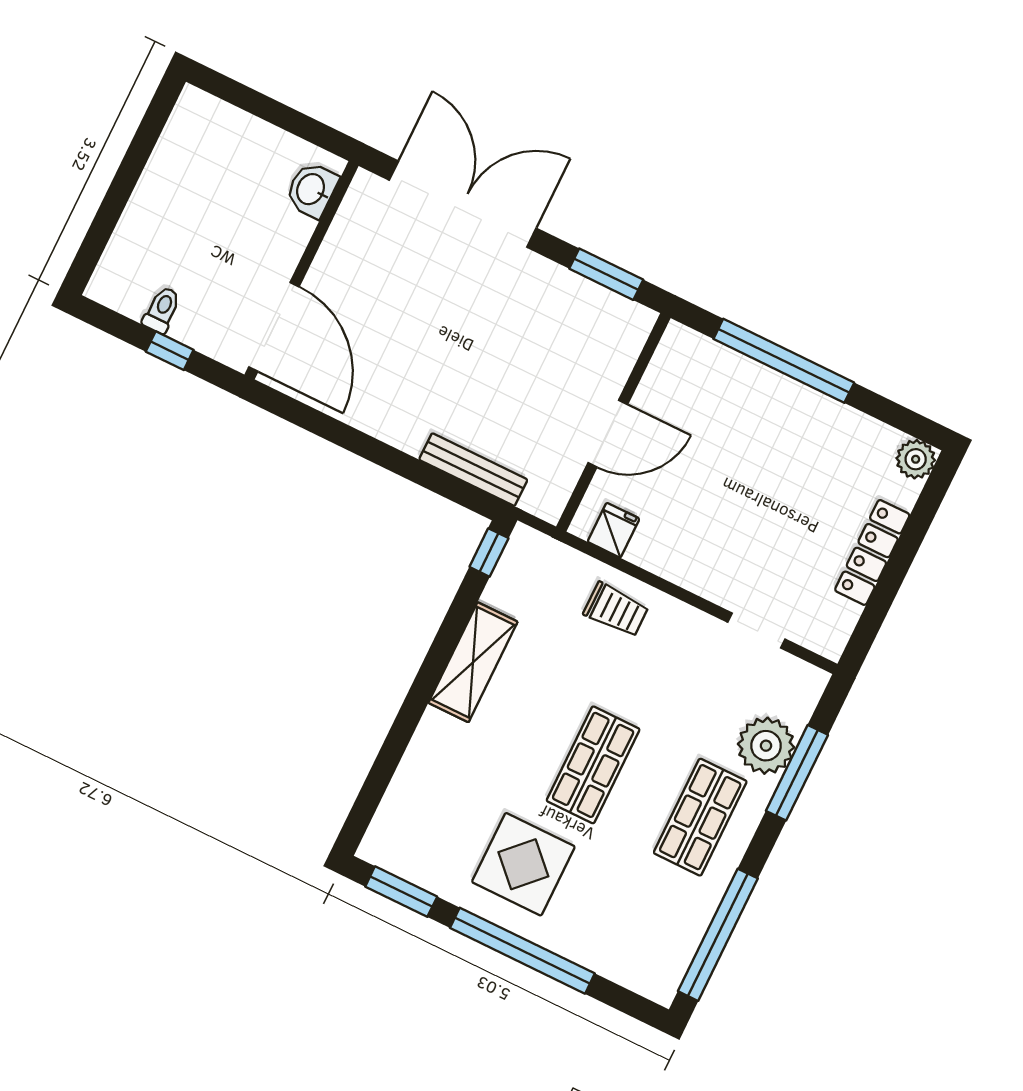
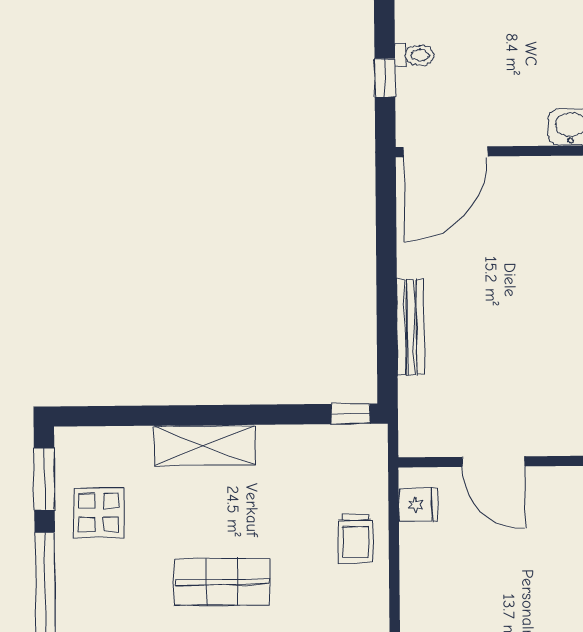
bench: (473, 470) -> (410, 327), moved
shelving: (473, 662) -> (204, 445), moved
display table: (523, 864) -> (99, 513), moved, width x0.73, depth x0.73

